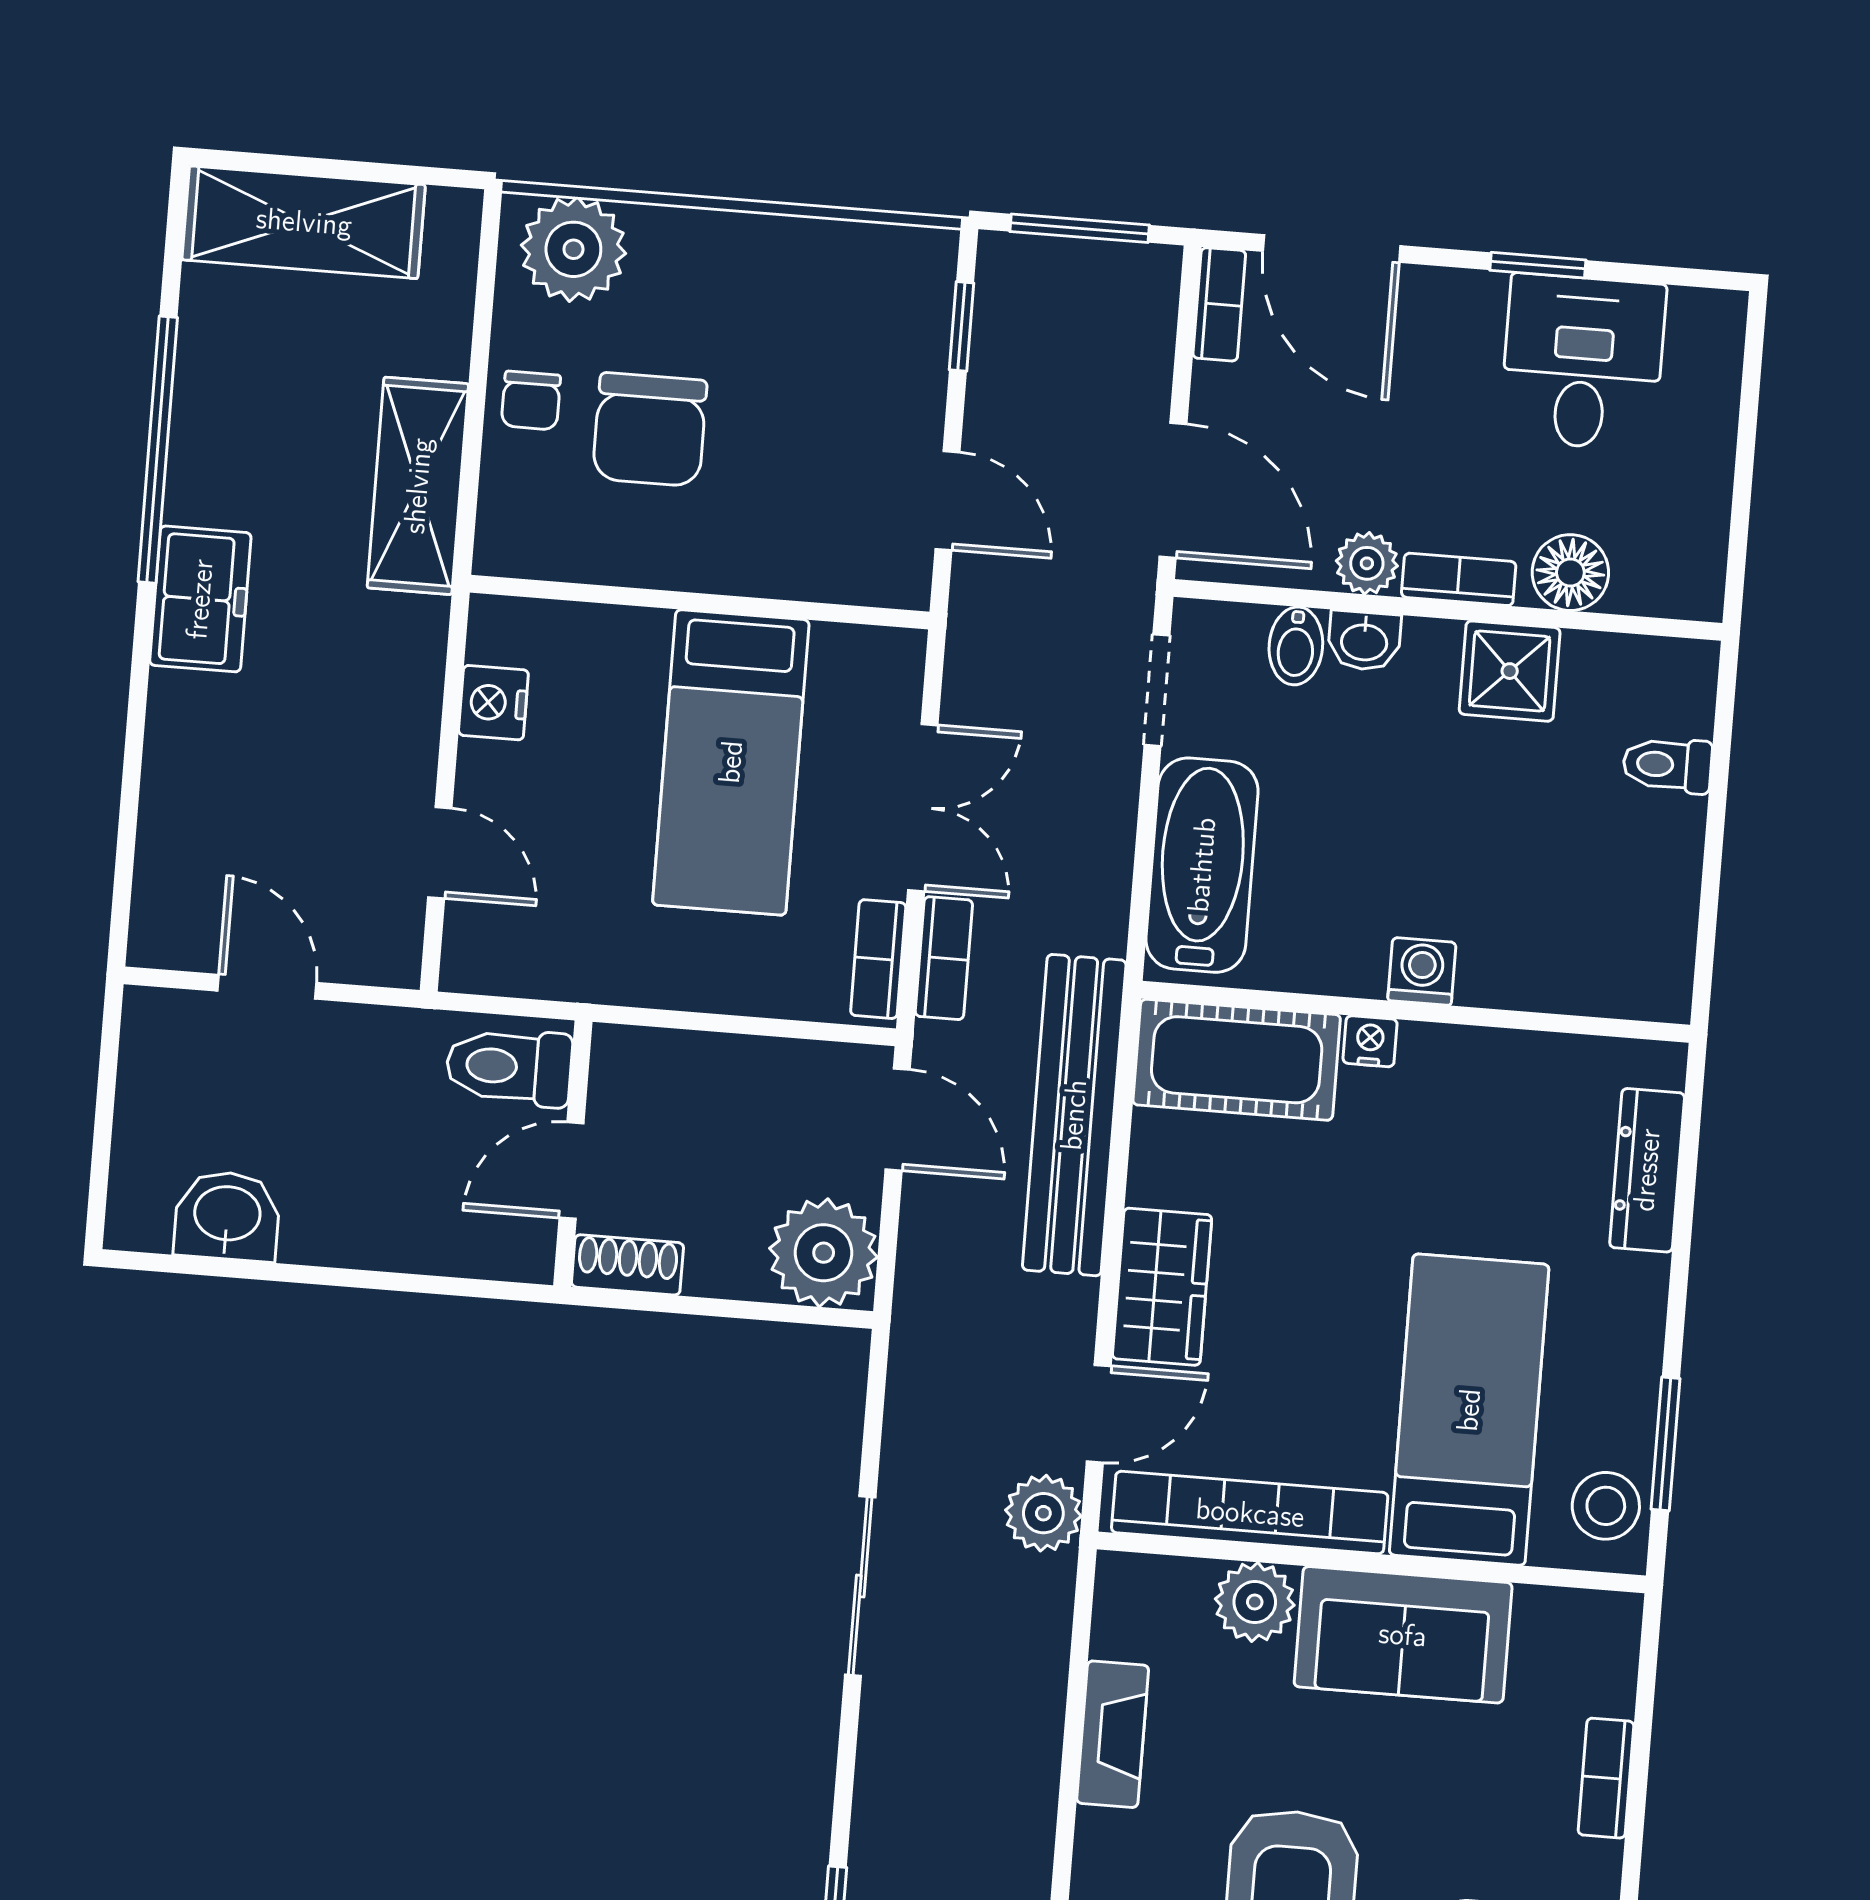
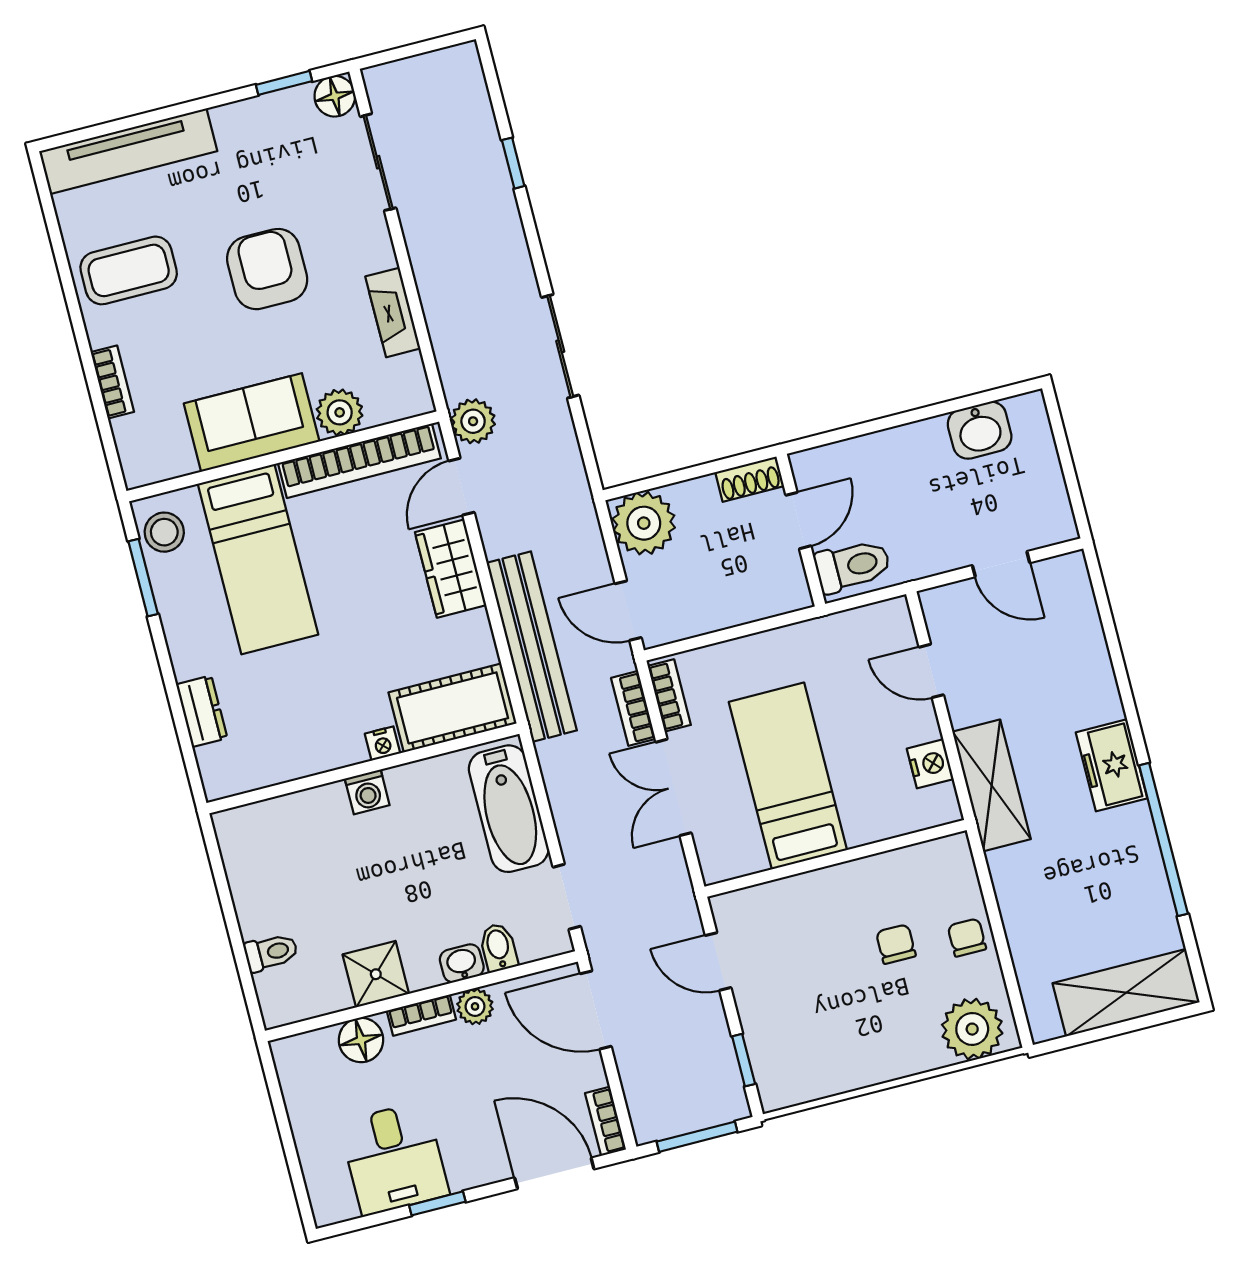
chair: (650, 430) -> (896, 944), width x0.54, depth x0.54
shelving: (418, 486) -> (992, 785), moved
dresser: (1647, 1170) -> (202, 711), width x0.70

